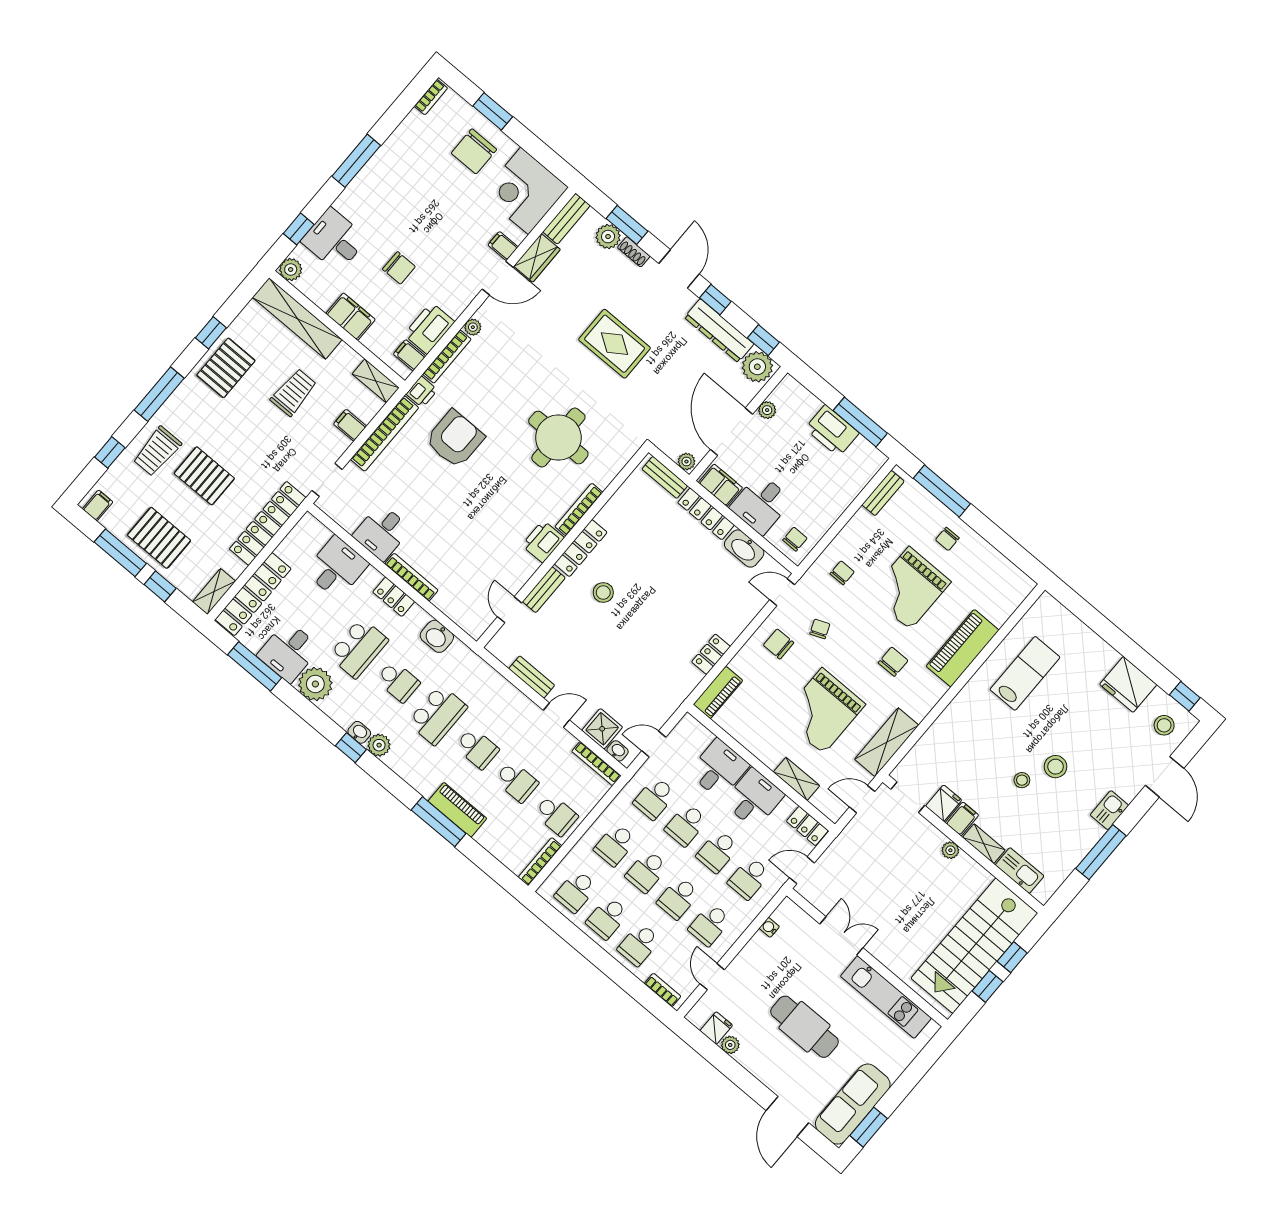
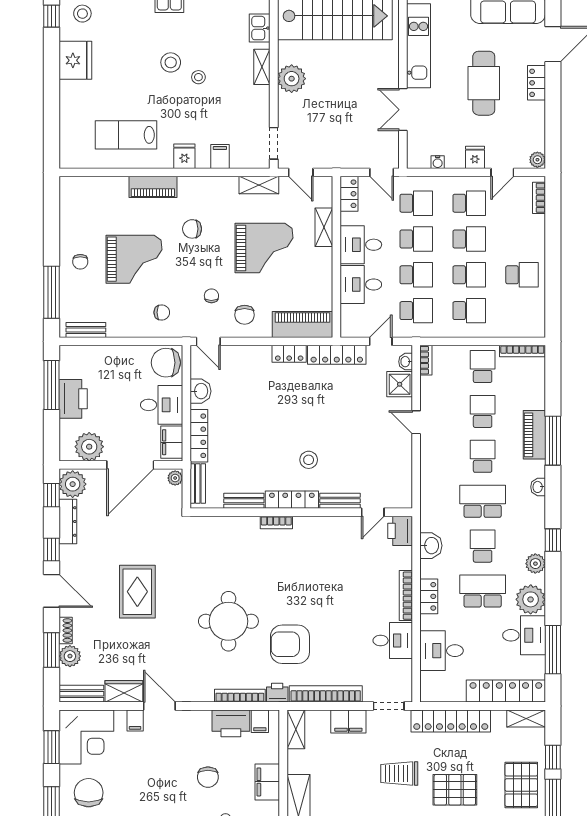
chair: (474, 151) -> (89, 793), turned -90
window: (542, 153) -> (52, 747), added
chair: (399, 268) -> (208, 777), turned 180
door: (679, 269) -> (52, 591), swing flipped
plant: (473, 327) -> (206, 695), removed
dresser: (719, 331) -> (68, 522), width x0.73, depth x0.80
trolley: (294, 392) -> (399, 774), moved
plant: (767, 410) -> (89, 447), width x1.88, depth x1.88
filing cabinet: (350, 425) -> (348, 721), width x2.00
round table: (558, 438) -> (228, 621), moved
pallet: (204, 476) -> (455, 790), turned 90
bookcase: (579, 509) -> (276, 522), width x0.64
chair: (795, 539) -> (166, 363), width x1.87, depth x1.87
chair: (947, 539) -> (80, 262), turned 90
printer: (543, 542) -> (400, 531), moved, turned 90
washbasin: (744, 549) -> (201, 391), width x0.72
chair: (842, 573) -> (162, 312), turned 180
chair: (820, 629) -> (211, 296), turned 112
piano: (963, 648) -> (153, 187), width x0.73, depth x0.75
bench: (532, 677) -> (244, 501), moved, turned 90
piano: (718, 692) -> (303, 325), width x1.37, depth x1.33
locker: (675, 695) -> (337, 355), added
washbasin: (359, 732) -> (538, 487), moved
shelving: (887, 742) -> (259, 185), width x0.67, depth x0.75
door: (654, 744) -> (381, 341), swing flipped
plant: (379, 745) -> (535, 564), moved
bookcase: (596, 764) -> (426, 360), width x0.64
fridge: (944, 803) -> (184, 156), moved, turned 90
filing cabinet: (962, 819) -> (220, 156), moved, turned 90
plant: (950, 850) -> (292, 79), width x1.87, depth x1.87
kitchen sink: (1020, 871) -> (260, 28), width x0.73
school desk: (576, 891) -> (522, 311), removed
school desk: (639, 945) -> (522, 239), removed
fridge: (716, 1028) -> (475, 157), moved, turned 90
plant: (730, 1045) -> (537, 160), moved
locker: (766, 1073) -> (536, 83), added

